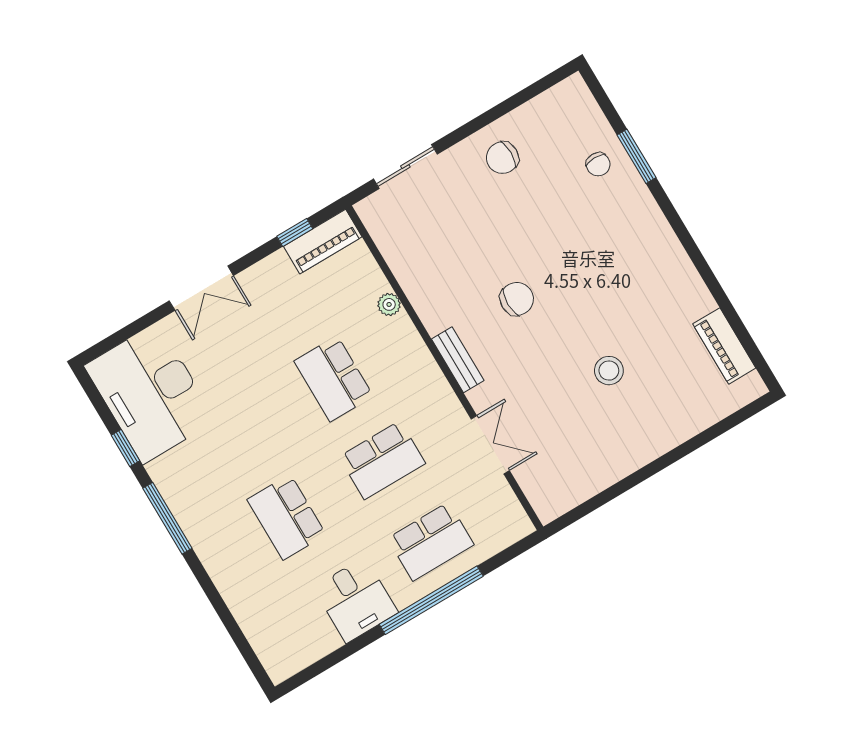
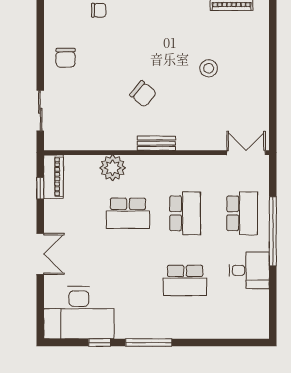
chair: (517, 299) -> (143, 94), turned 130
plant: (389, 304) -> (113, 168), width x1.87, depth x1.87
double door: (490, 445) -> (246, 153), moved

